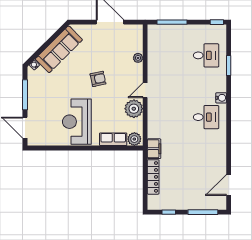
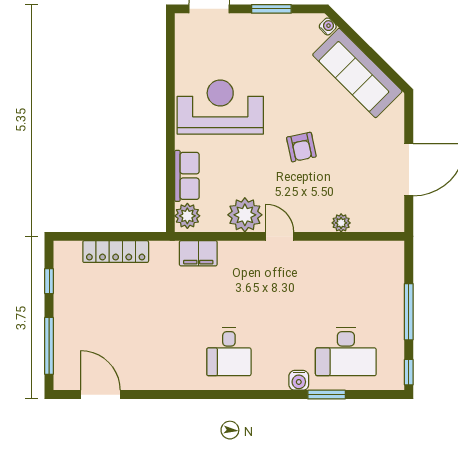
window: (172, 22) -> (409, 312), moved
desk: (206, 55) -> (346, 352), width x1.37
window: (25, 95) -> (271, 9), width x0.69
water cooler: (221, 98) -> (299, 380), moved
filing cabinet: (154, 149) -> (198, 253), moved

